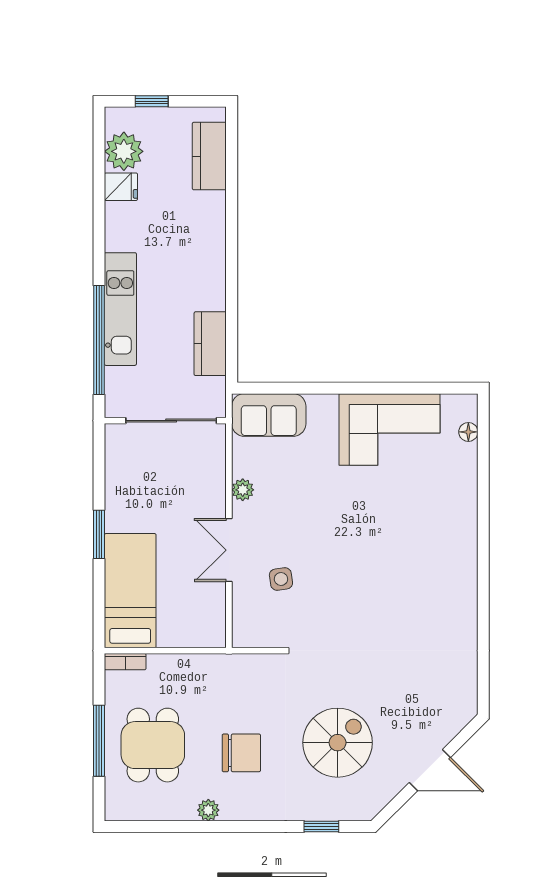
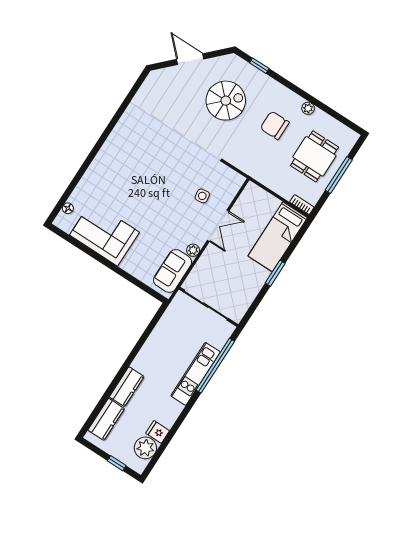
kitchen counter: (210, 344) -> (127, 387), moved
sofa: (269, 415) -> (173, 271), moved, turned -90
spiral stairs: (338, 743) -> (226, 101), turned 180

